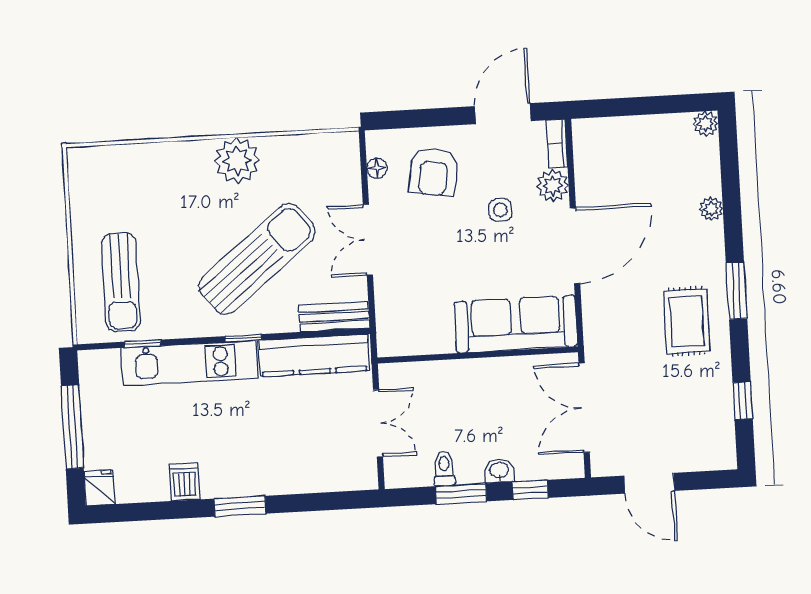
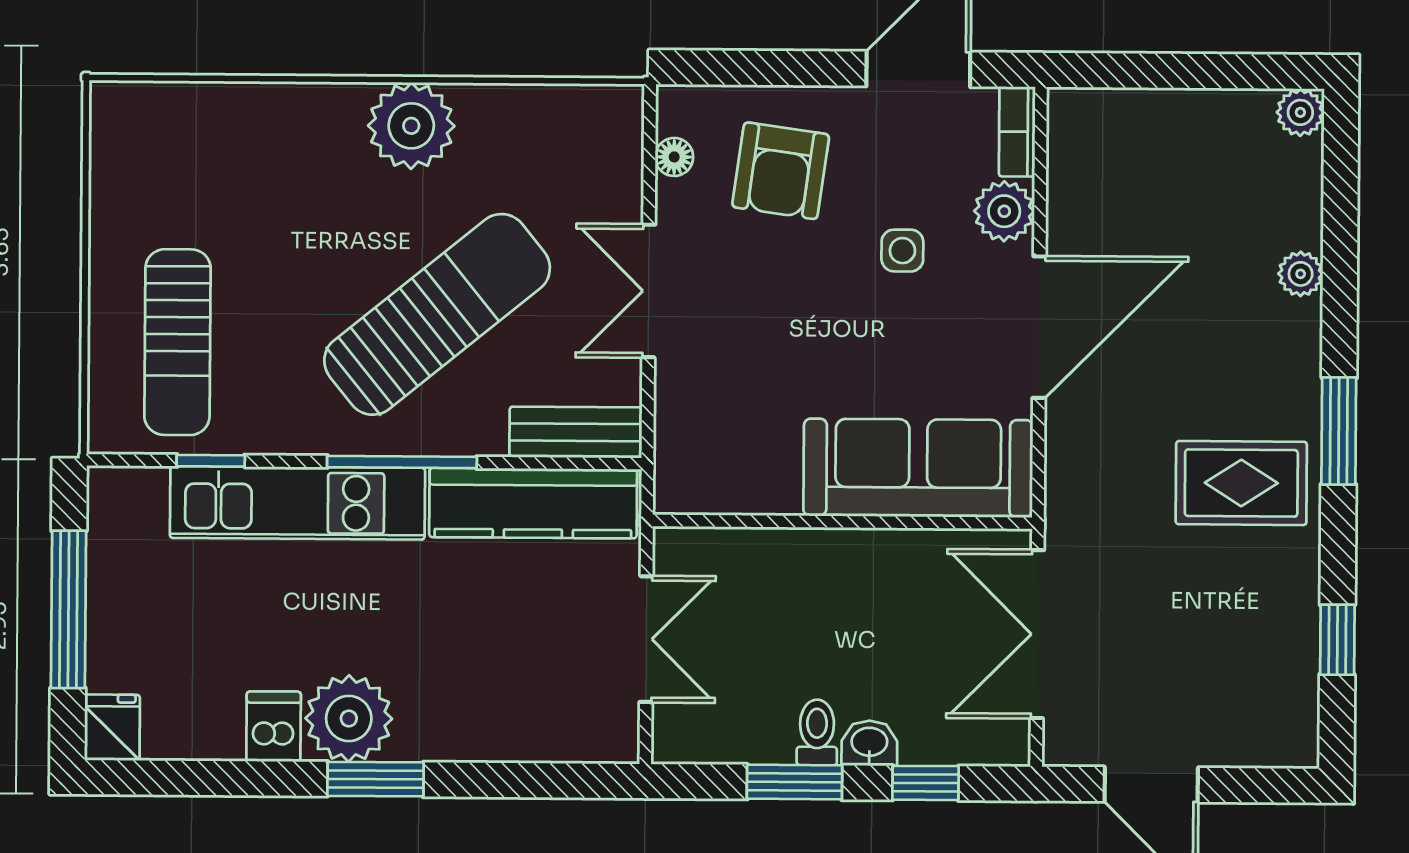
rug: (687, 321) -> (1241, 483), turned 90
window: (243, 338) -> (402, 462), width x2.17
toilet: (444, 468) -> (817, 732), moved
plant: (224, 475) -> (349, 718), added

